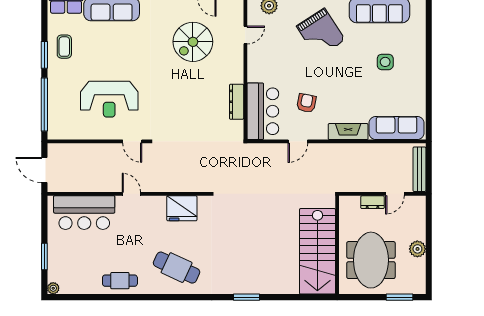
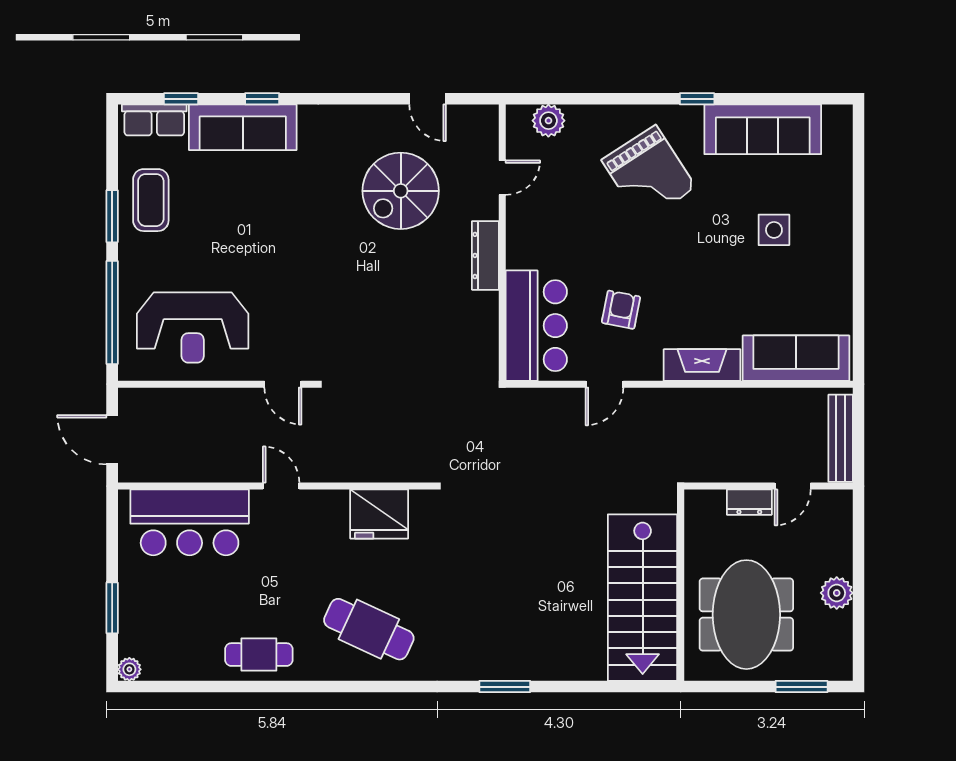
coffee table: (64, 47) -> (151, 200), width x1.36, depth x1.30
reception desk: (109, 99) -> (193, 328), moved
dresser: (237, 102) -> (485, 255), moved

